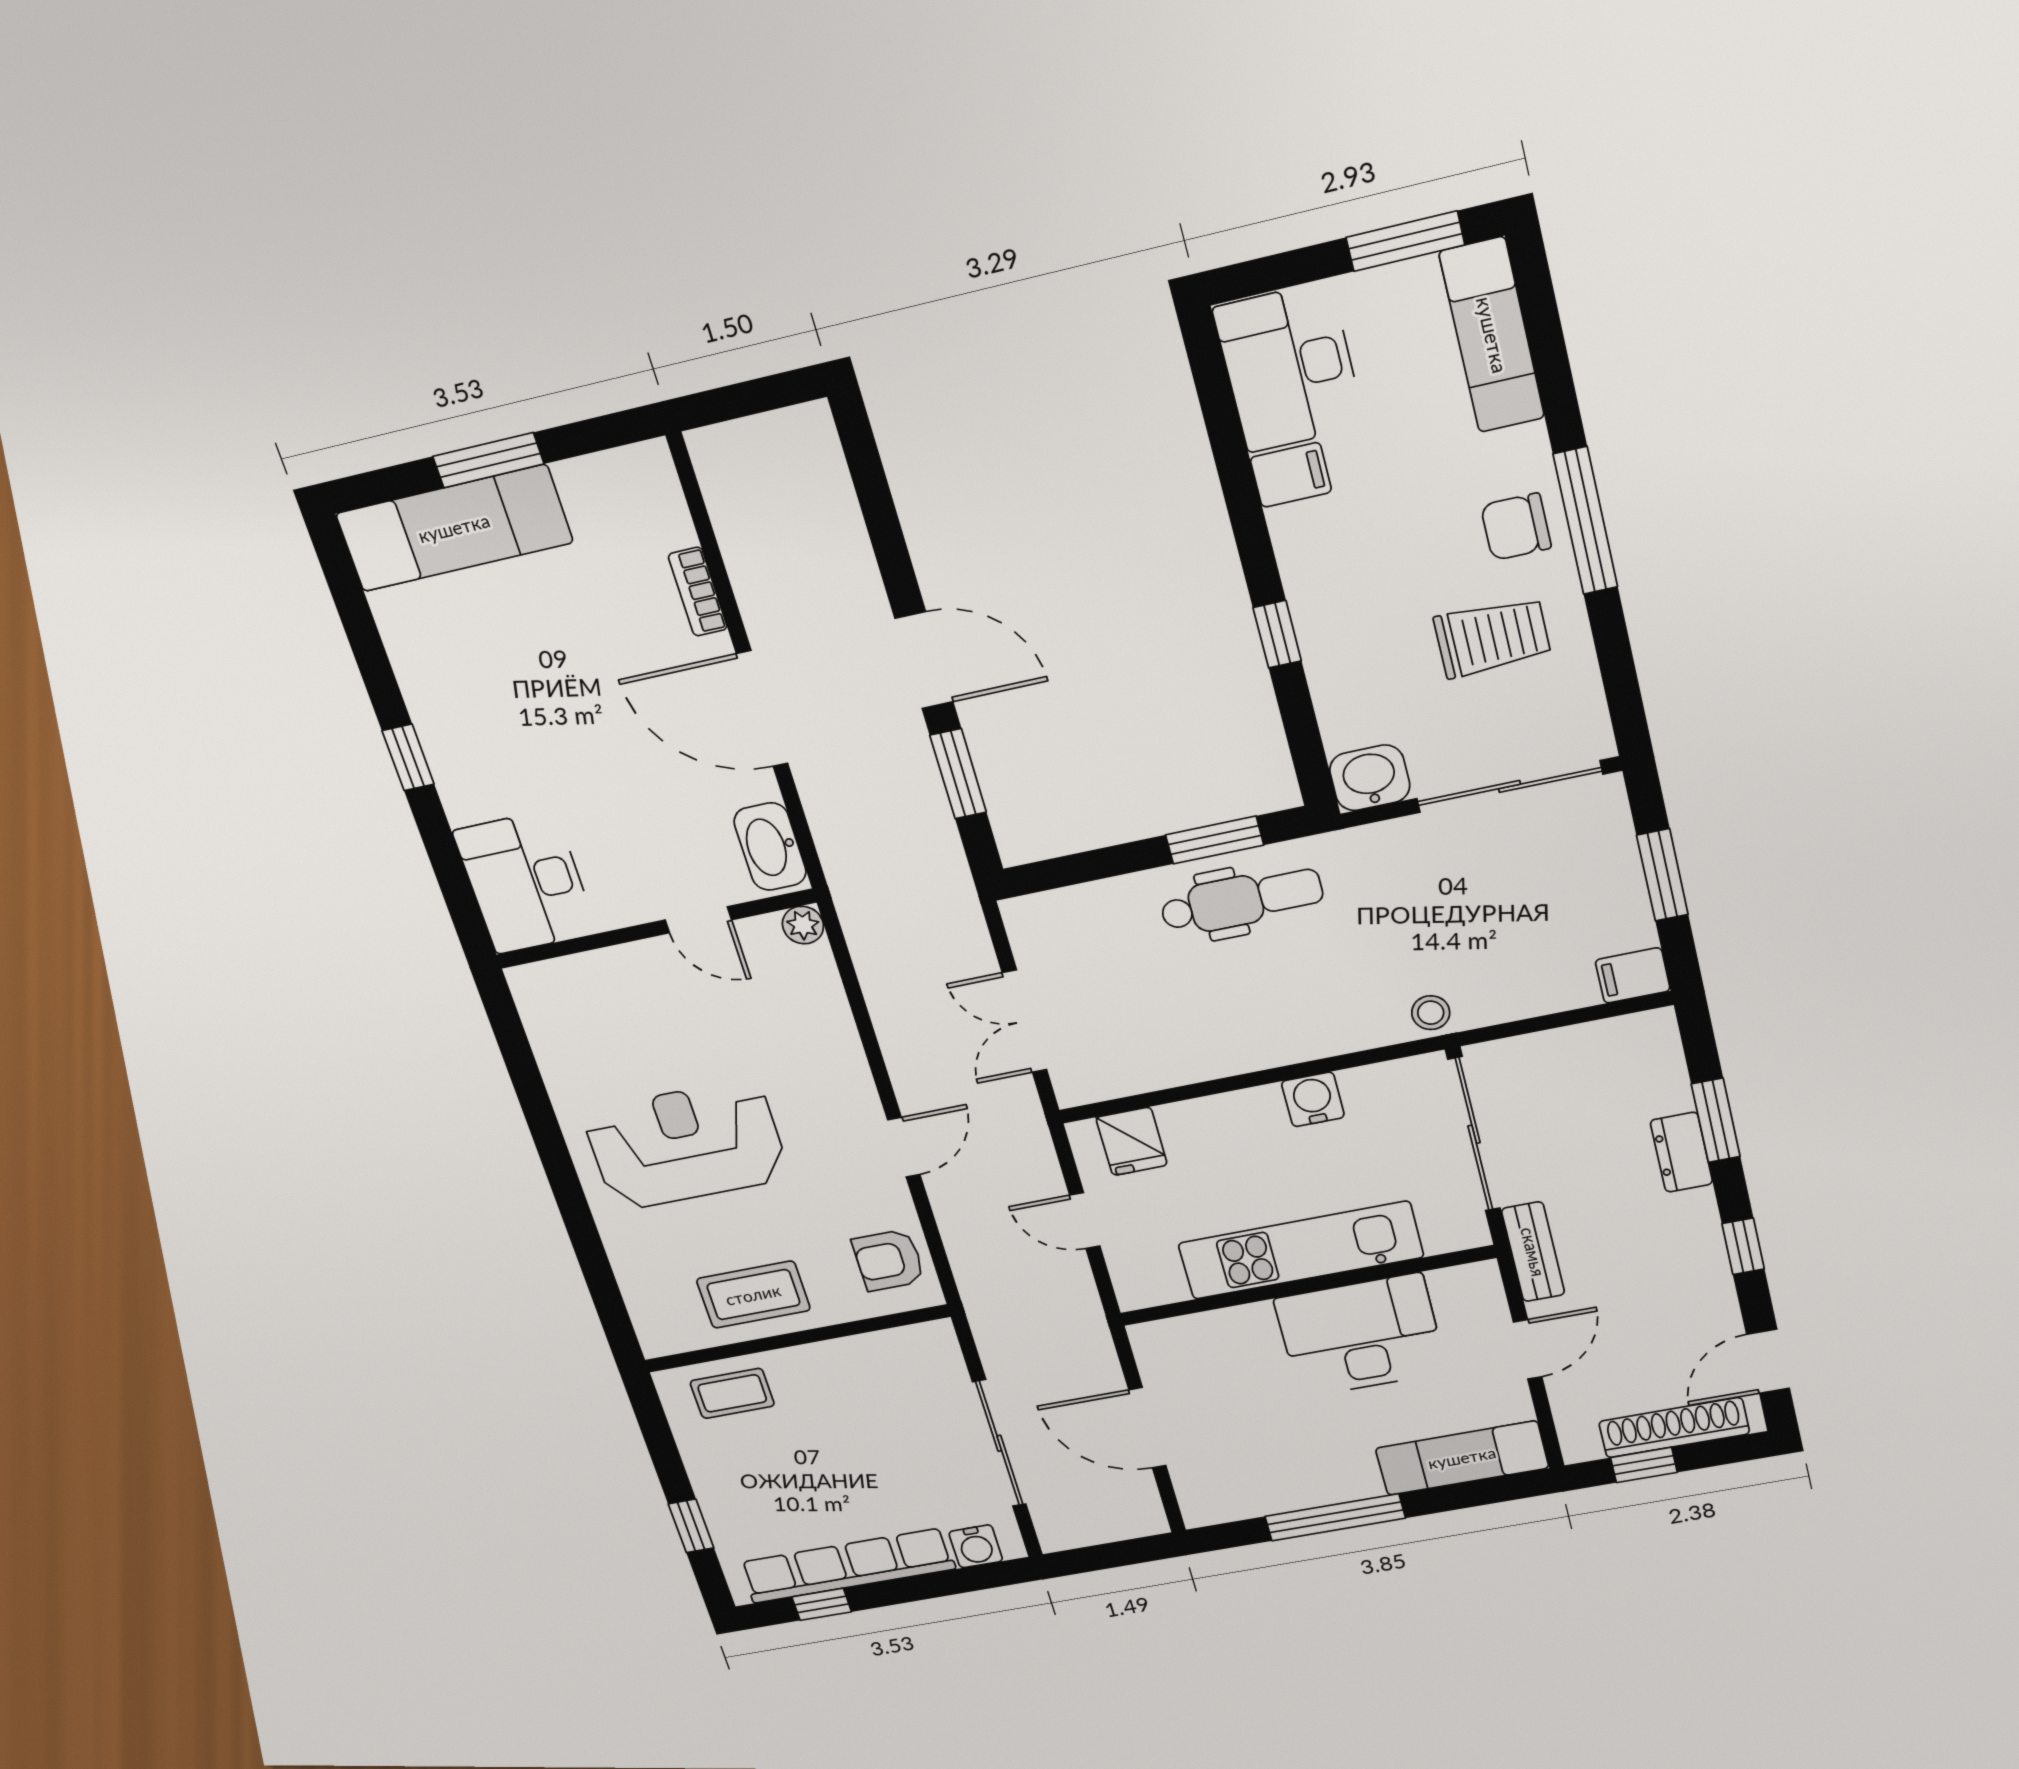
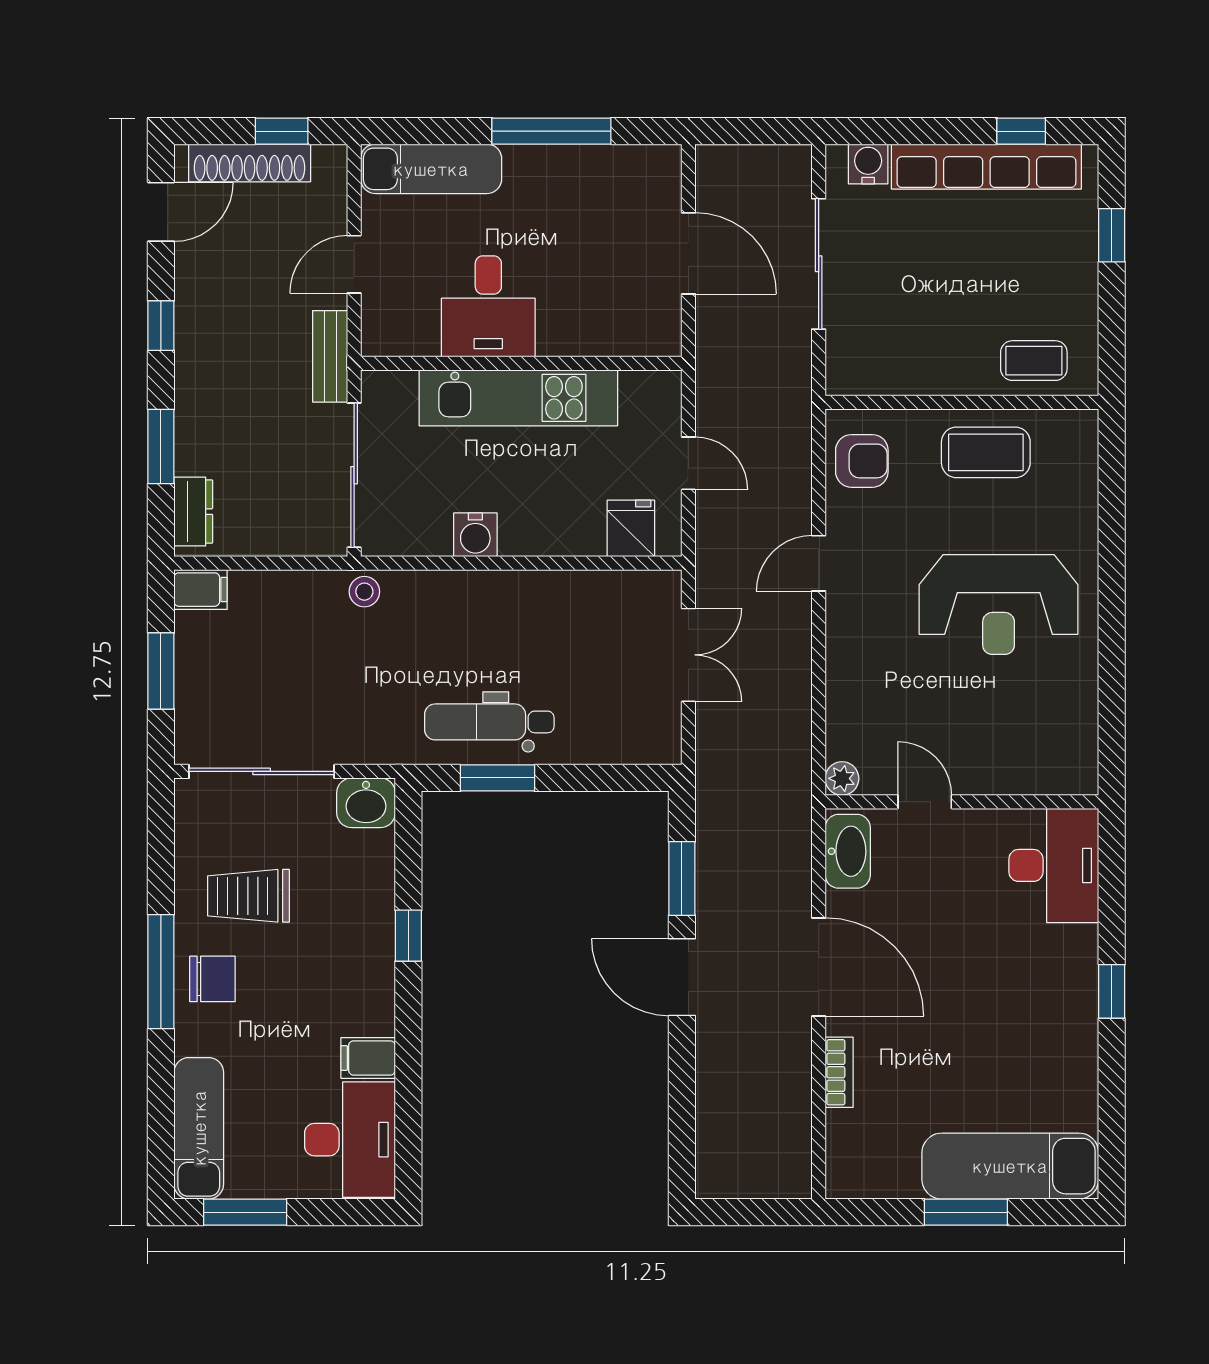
dresser: (1681, 1152) -> (193, 512), moved
desk: (1361, 1336) -> (488, 306), width x0.73

